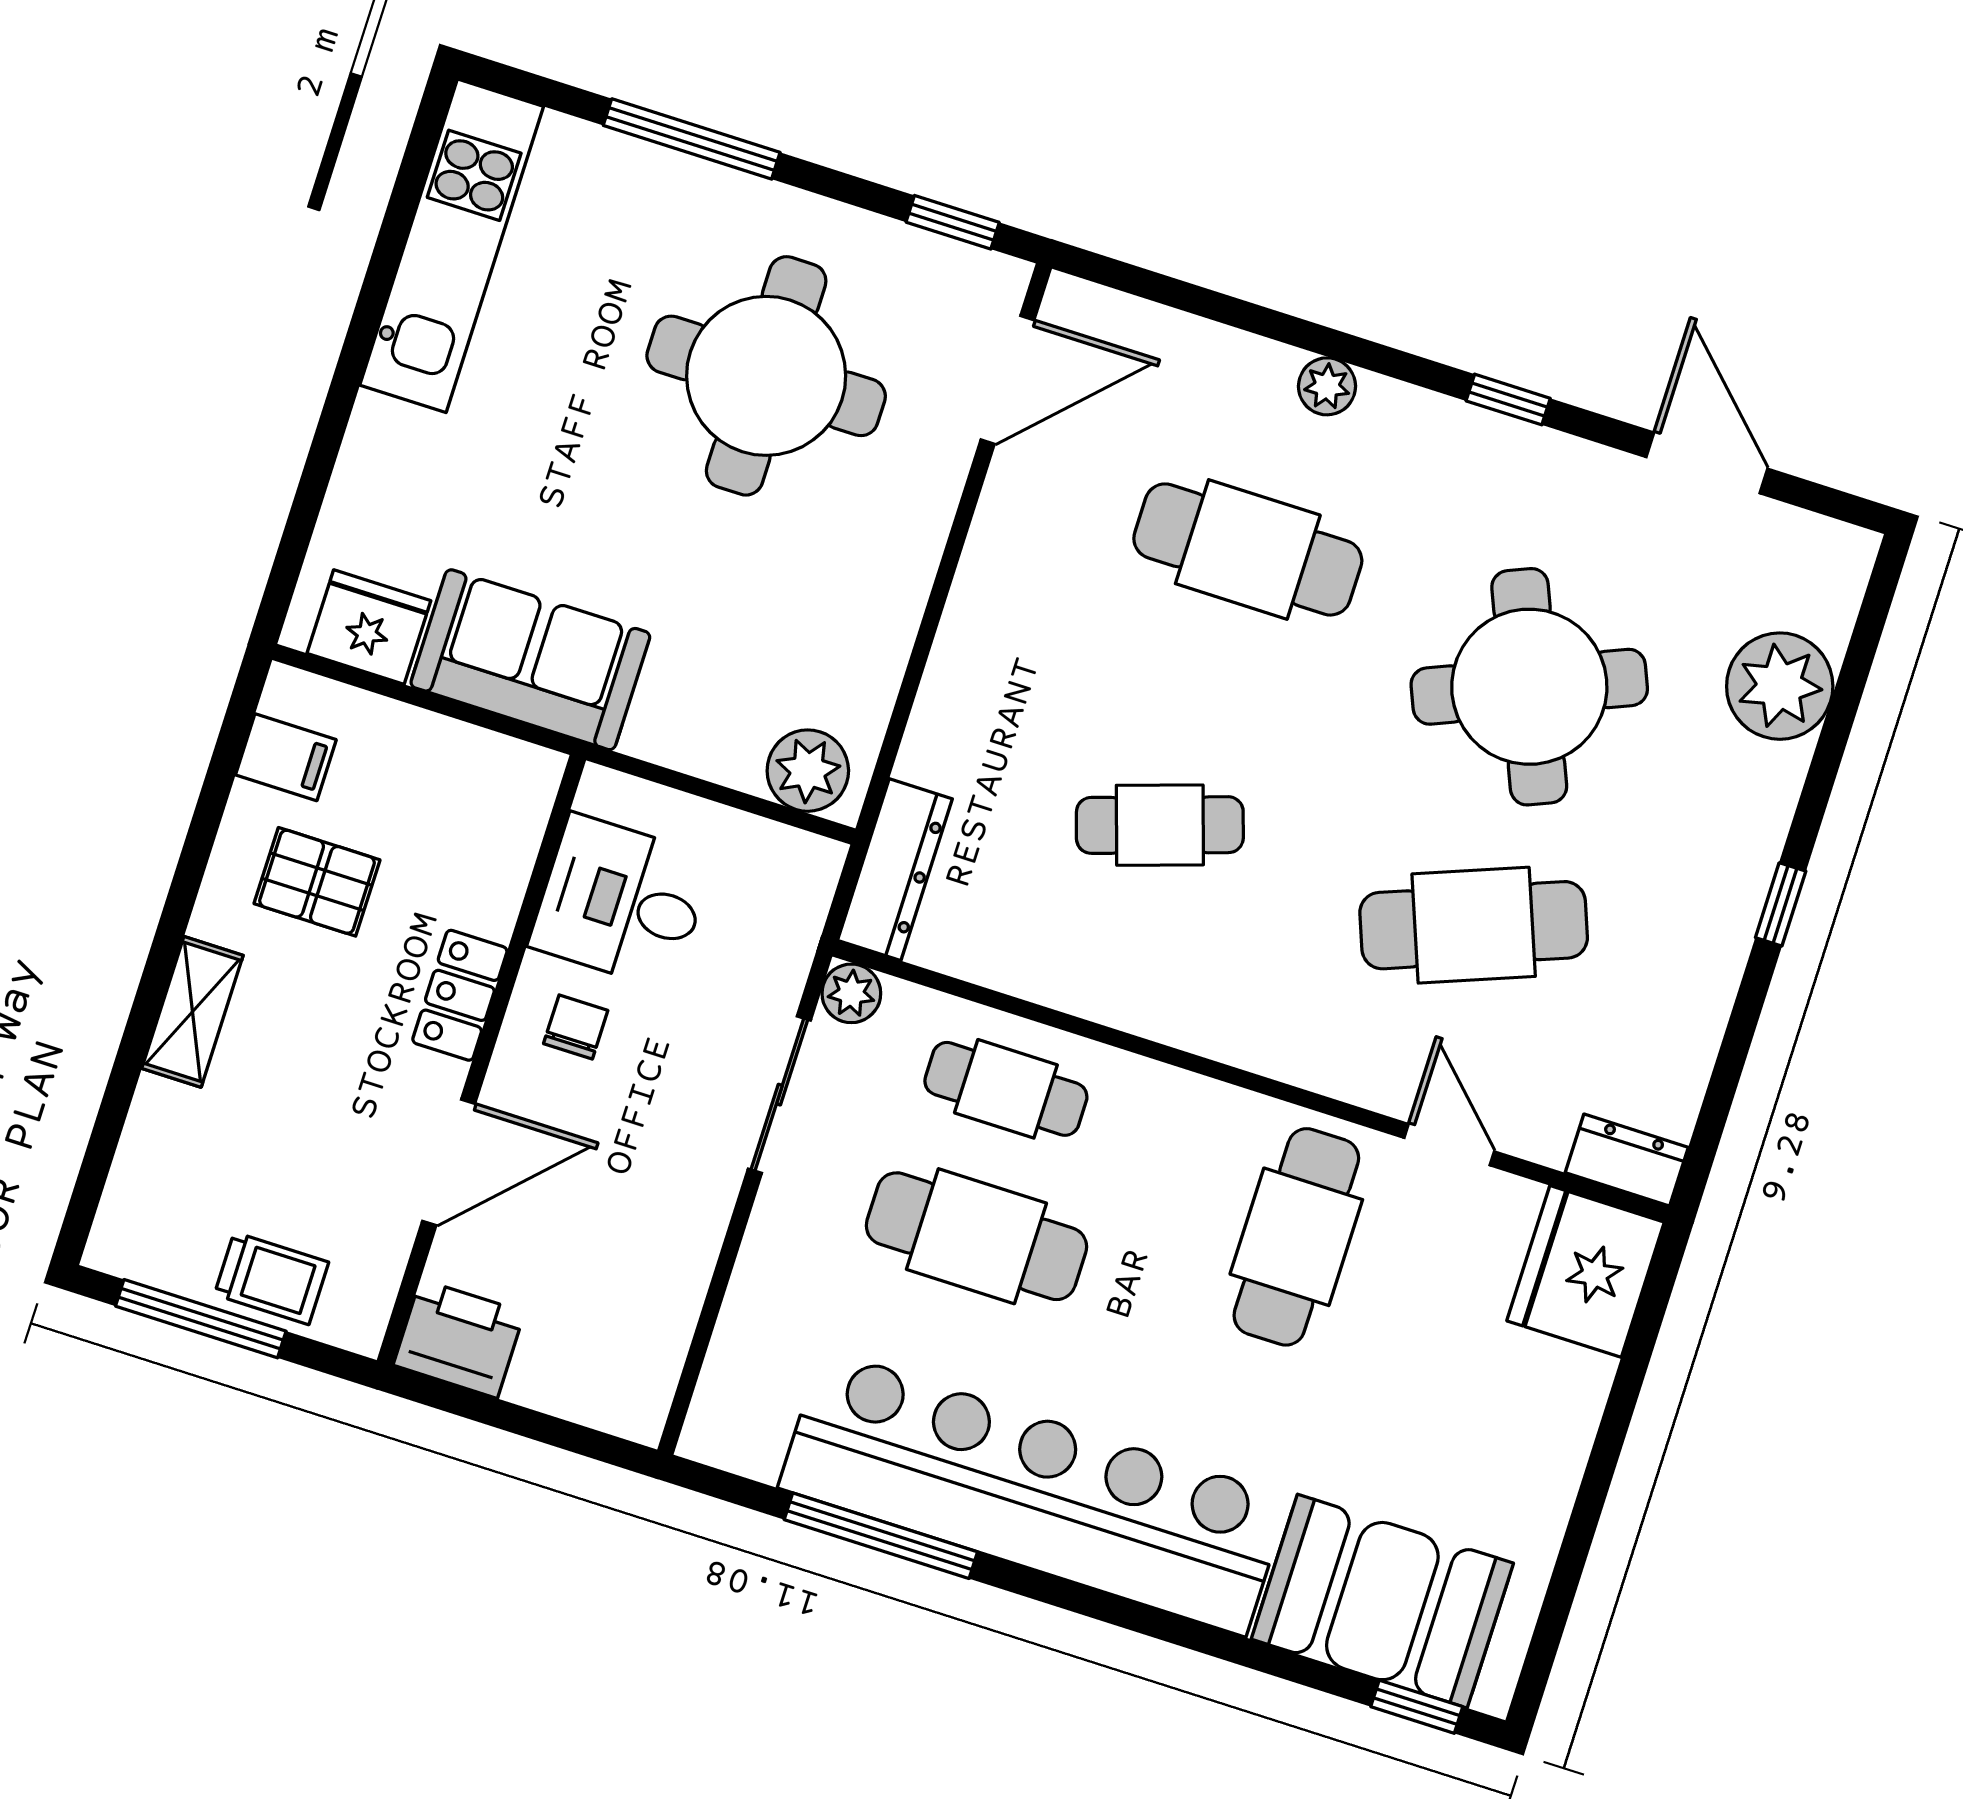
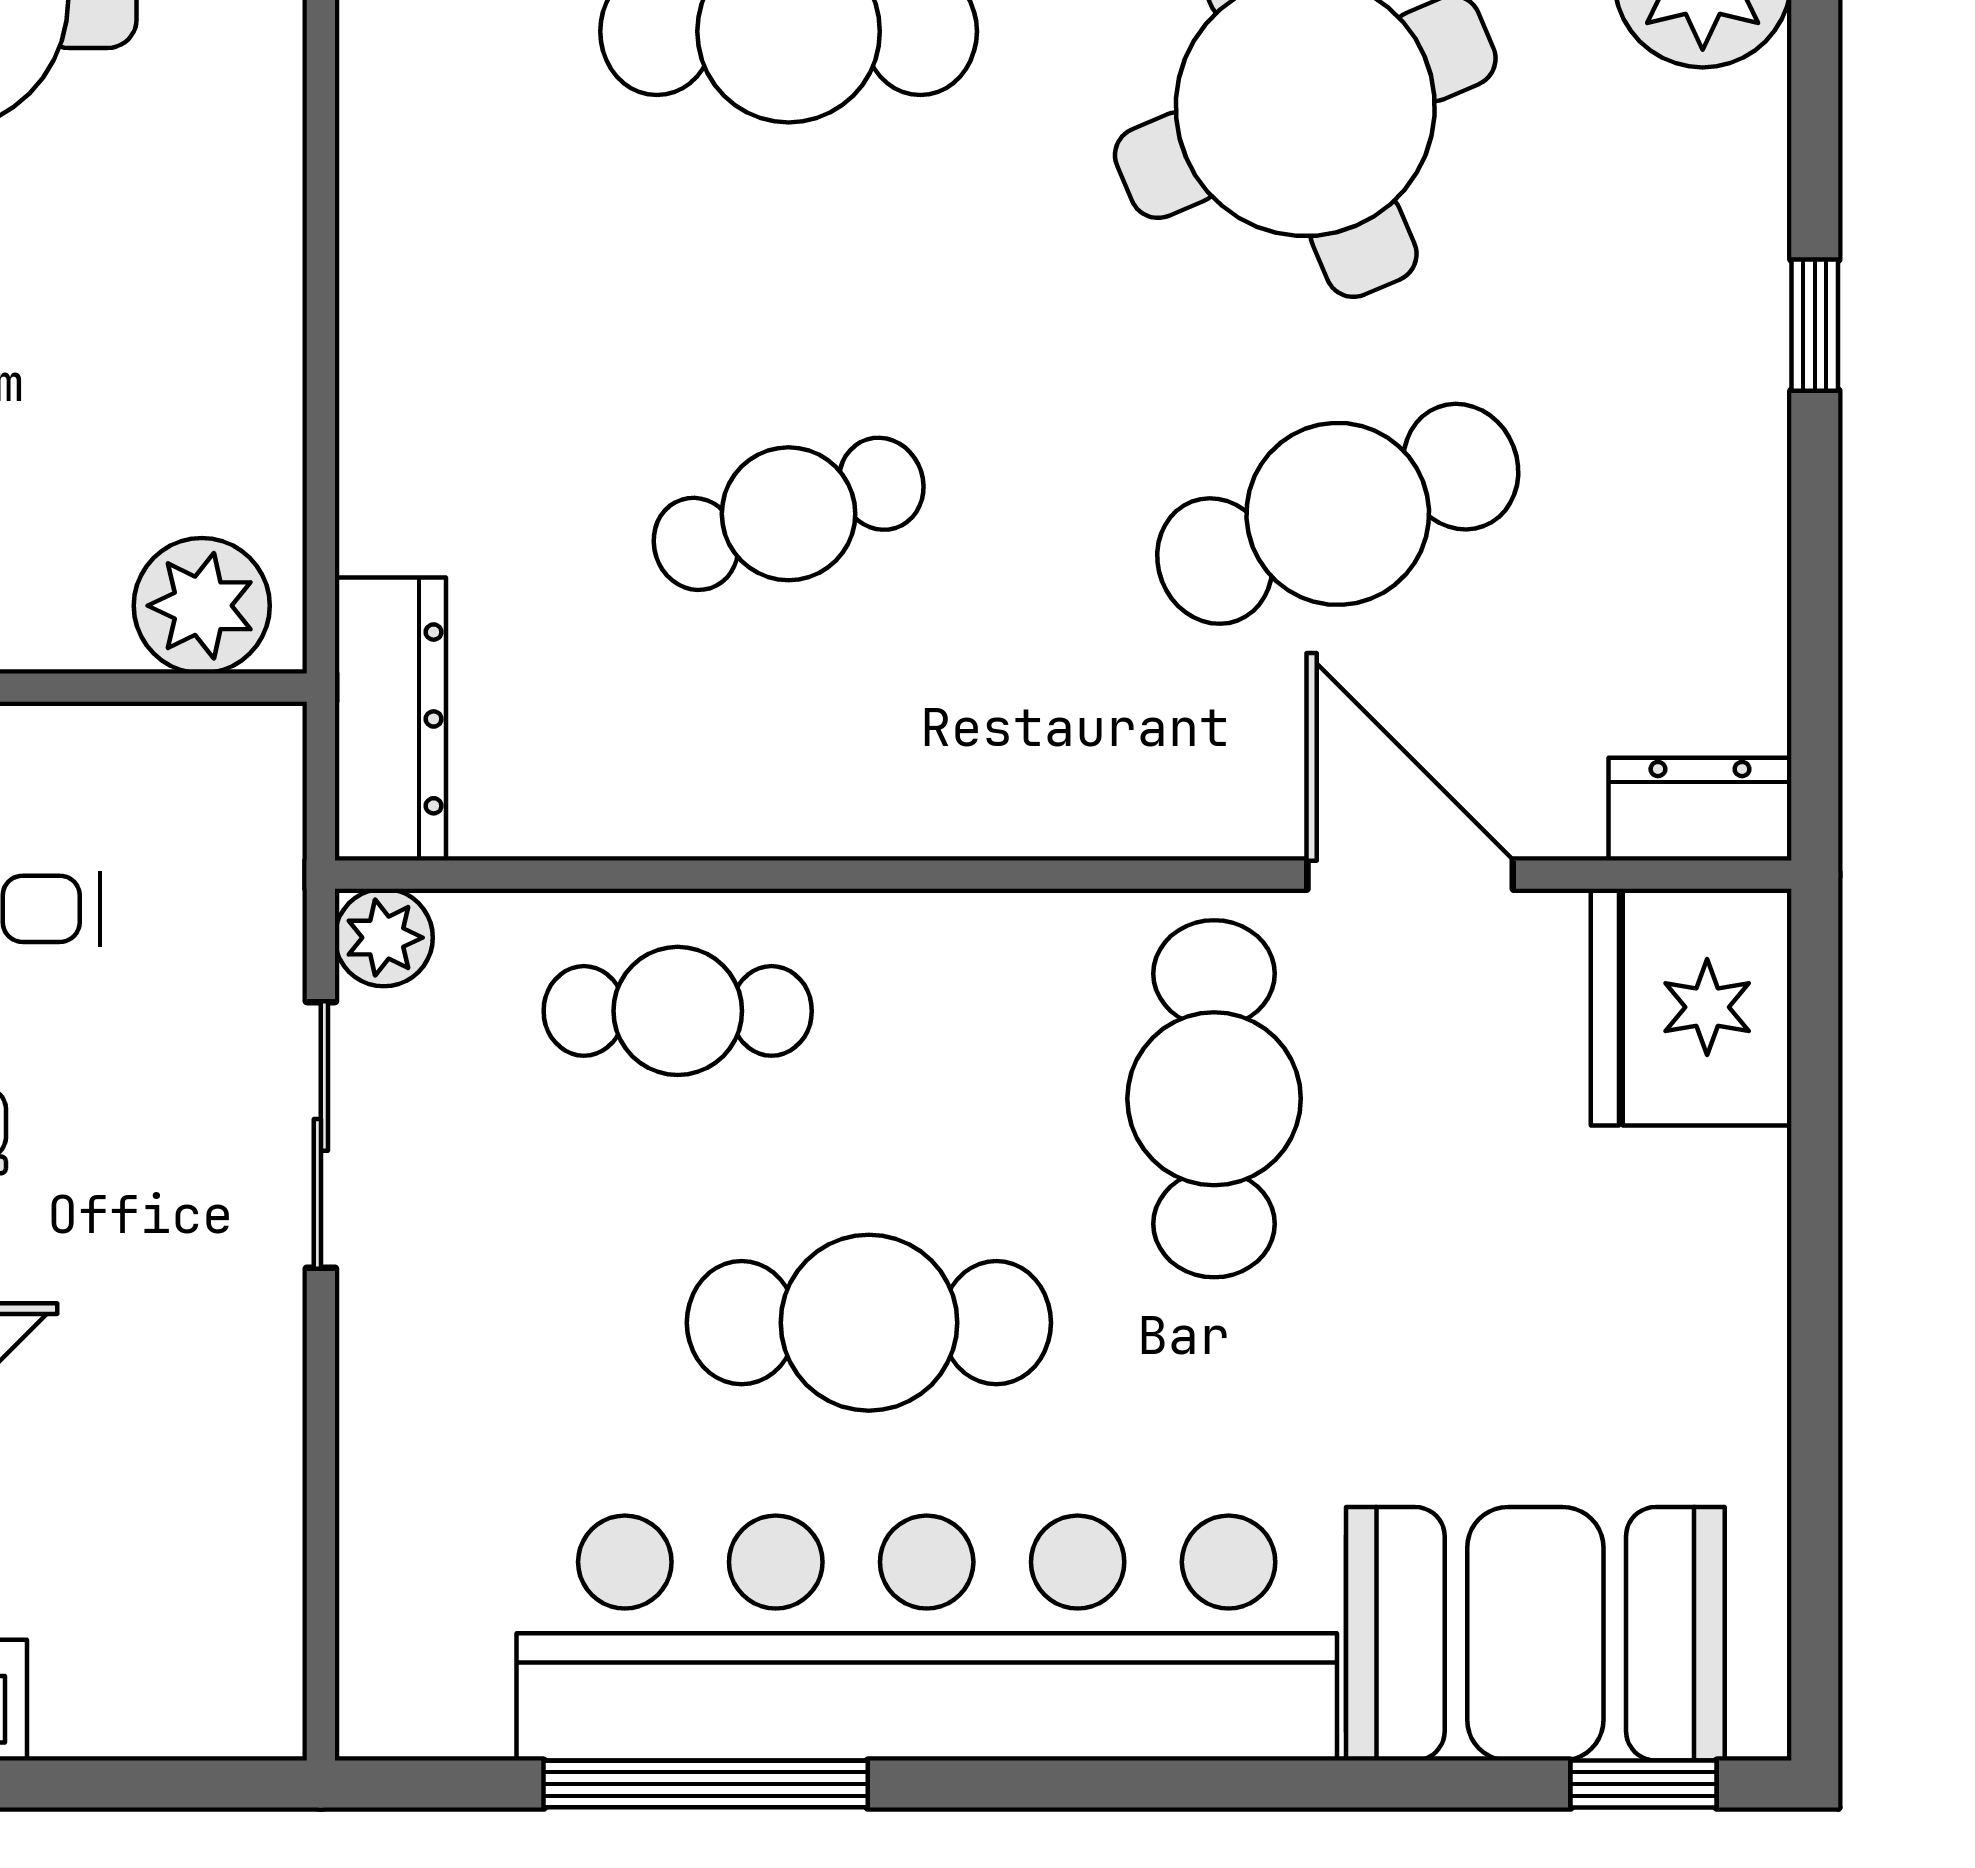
door: (1449, 1145) -> (1410, 875), width x1.38
cafe table: (976, 1236) -> (869, 1323), moved

